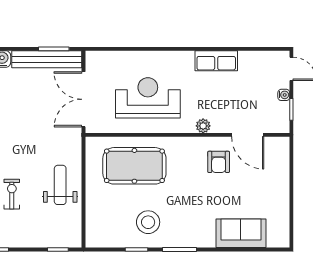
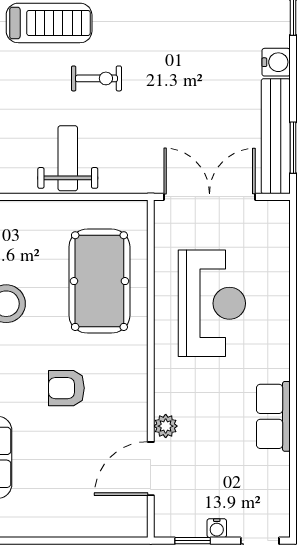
plant: (203, 126) -> (166, 426), moved
armchair: (219, 162) -> (66, 388), moved
weight bench: (60, 185) -> (68, 158), turned -90
exercise bike: (12, 194) -> (96, 78), moved

